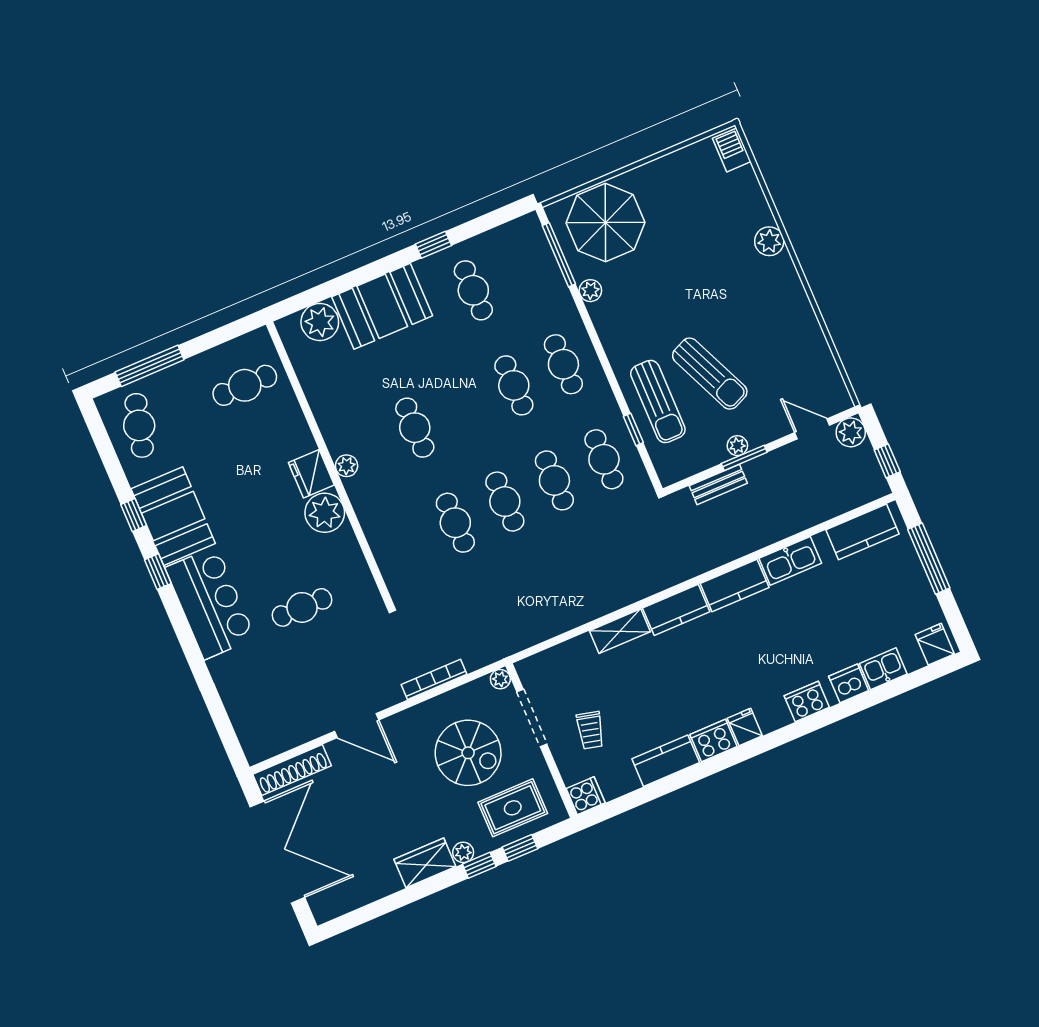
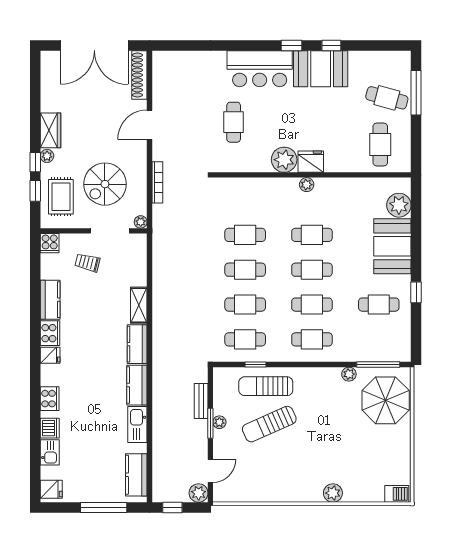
cafe table: (464, 407) -> (312, 270), added
cafe table: (139, 425) -> (387, 98), moved

